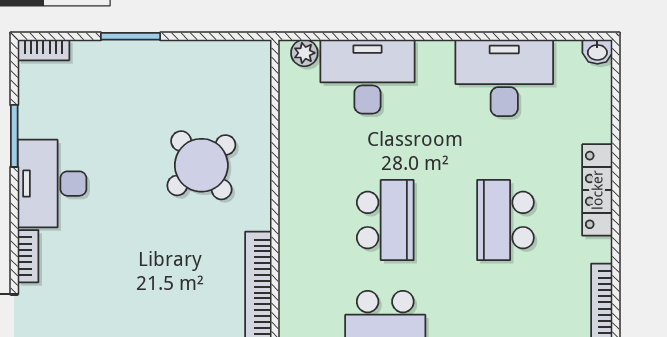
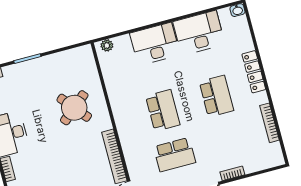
desk: (367, 77) -> (155, 44), moved
school desk: (505, 220) -> (216, 96), turned 180

